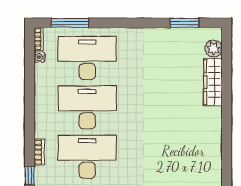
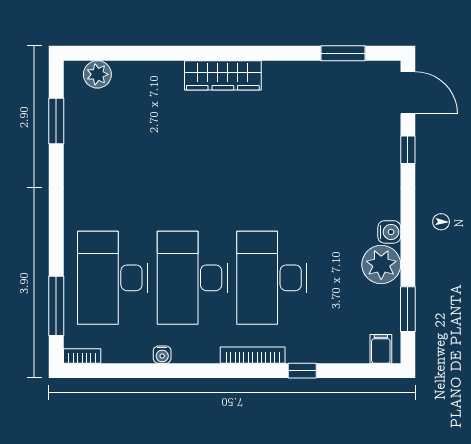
water cooler: (40, 57) -> (162, 355), moved
wardrobe: (213, 82) -> (223, 75), moved
bookcase: (39, 152) -> (253, 355), width x1.56

